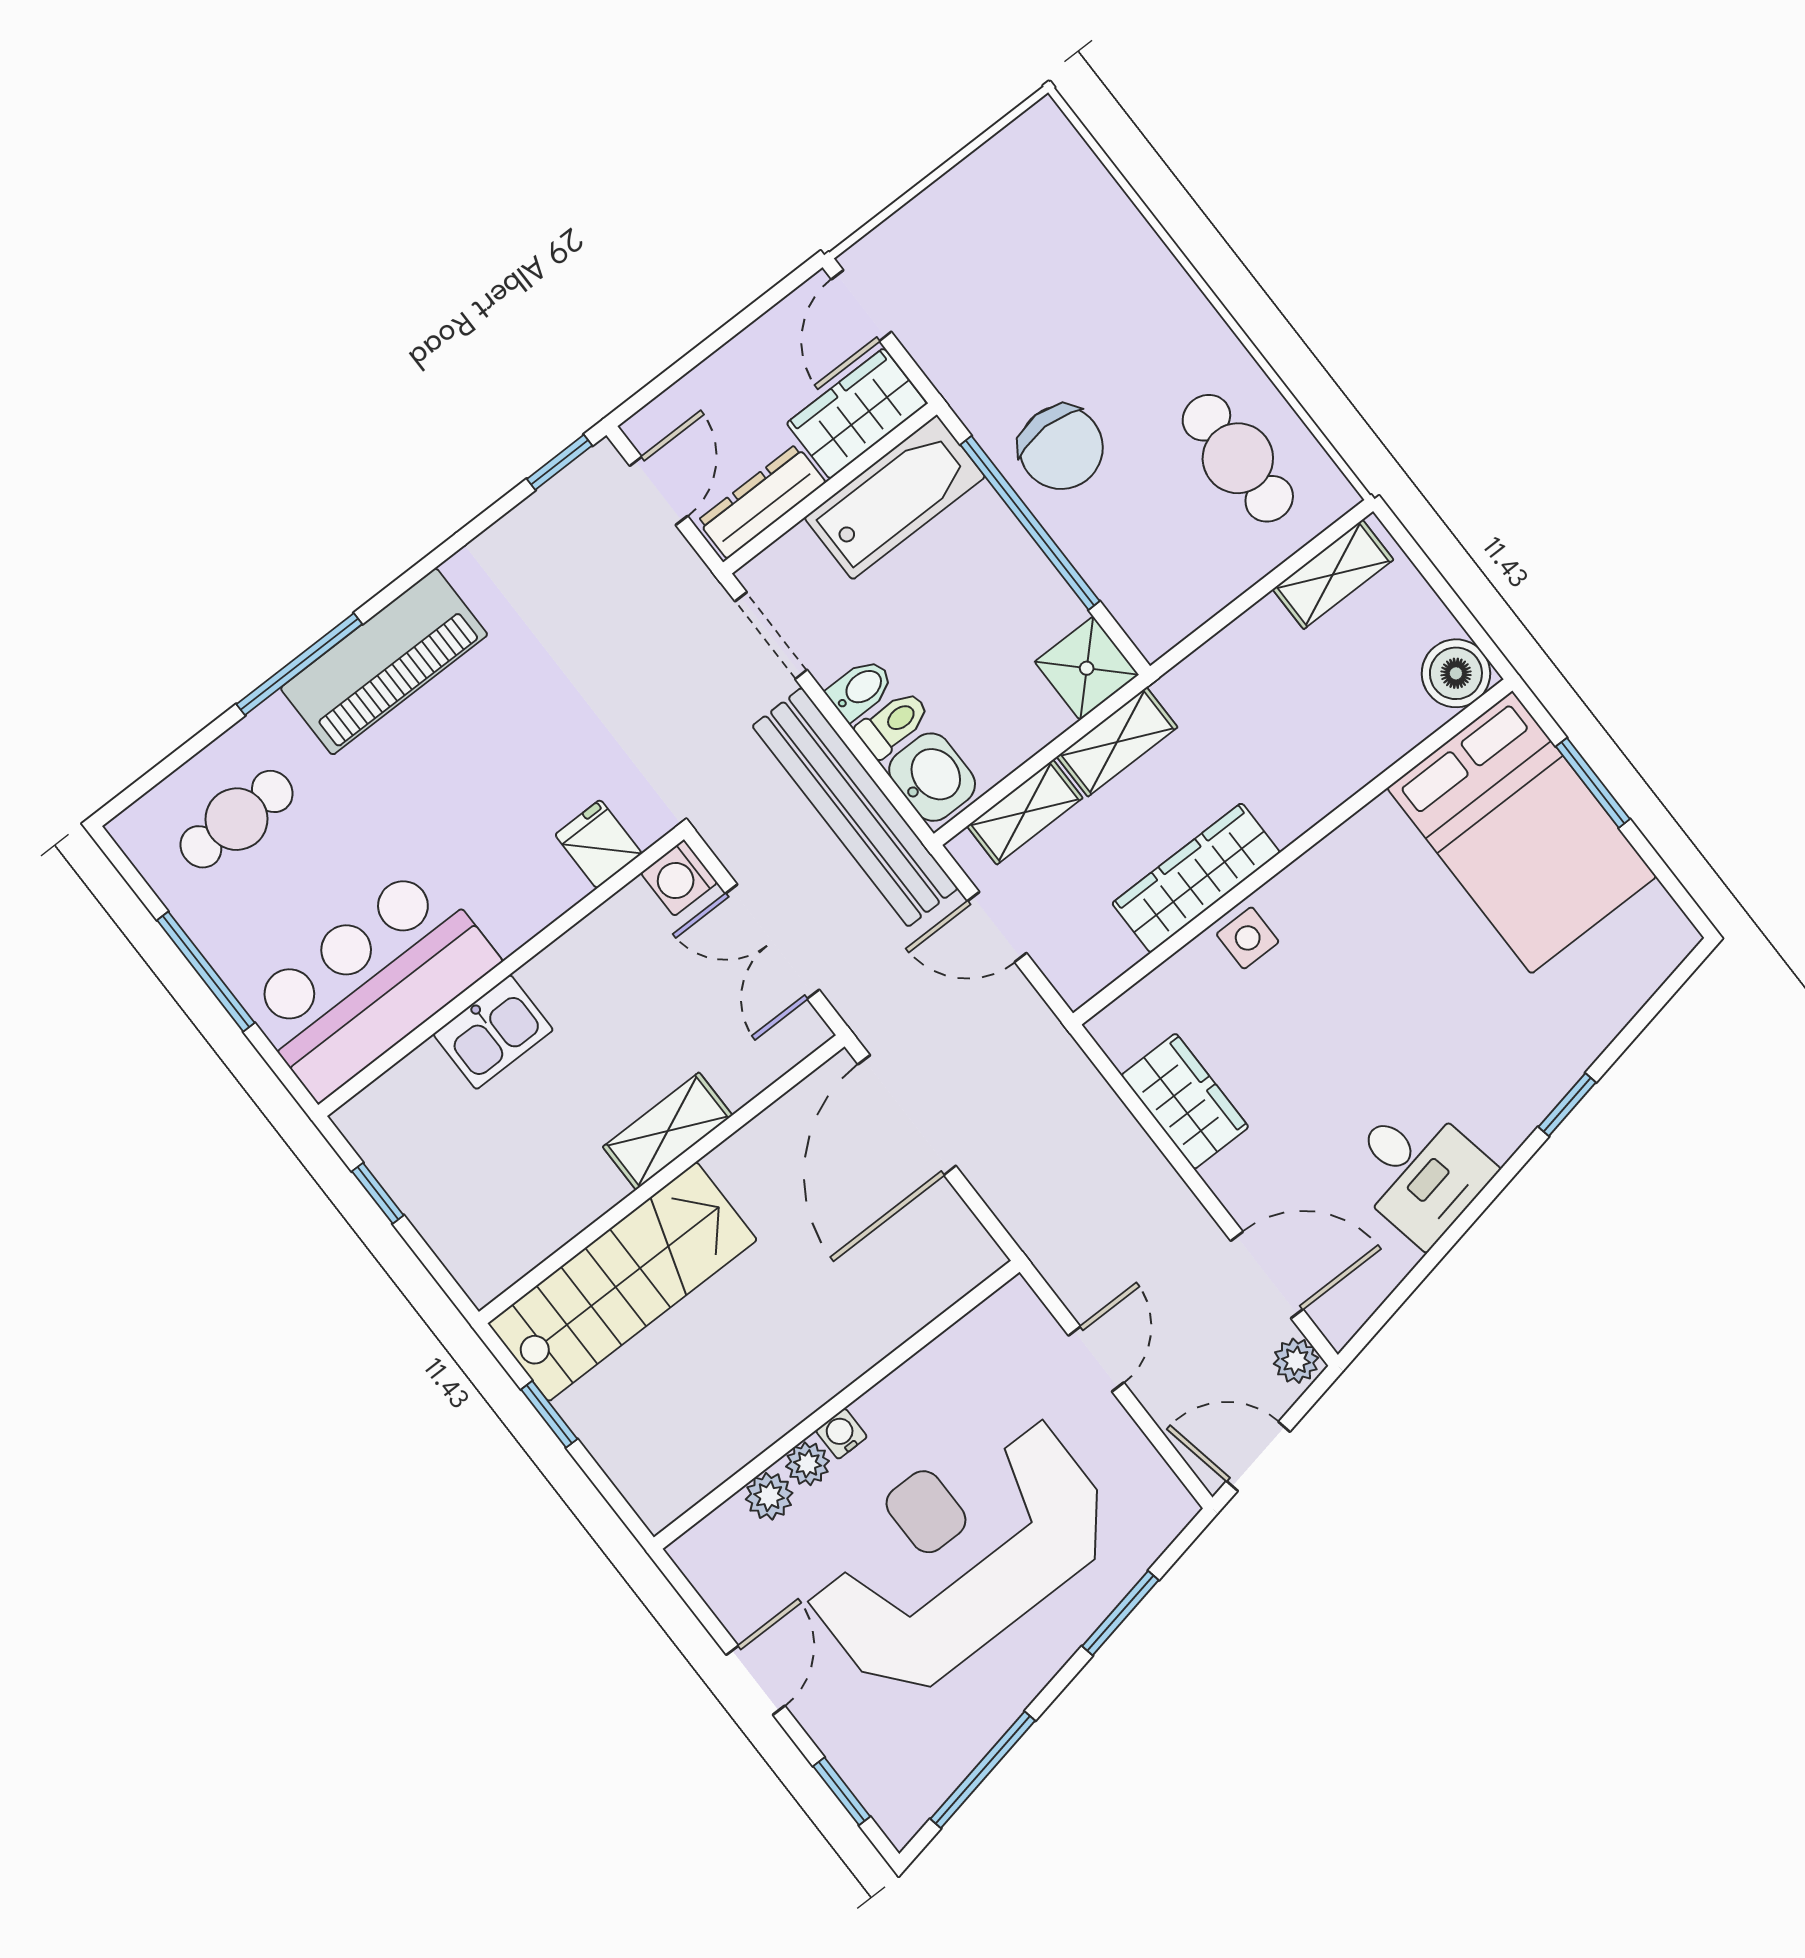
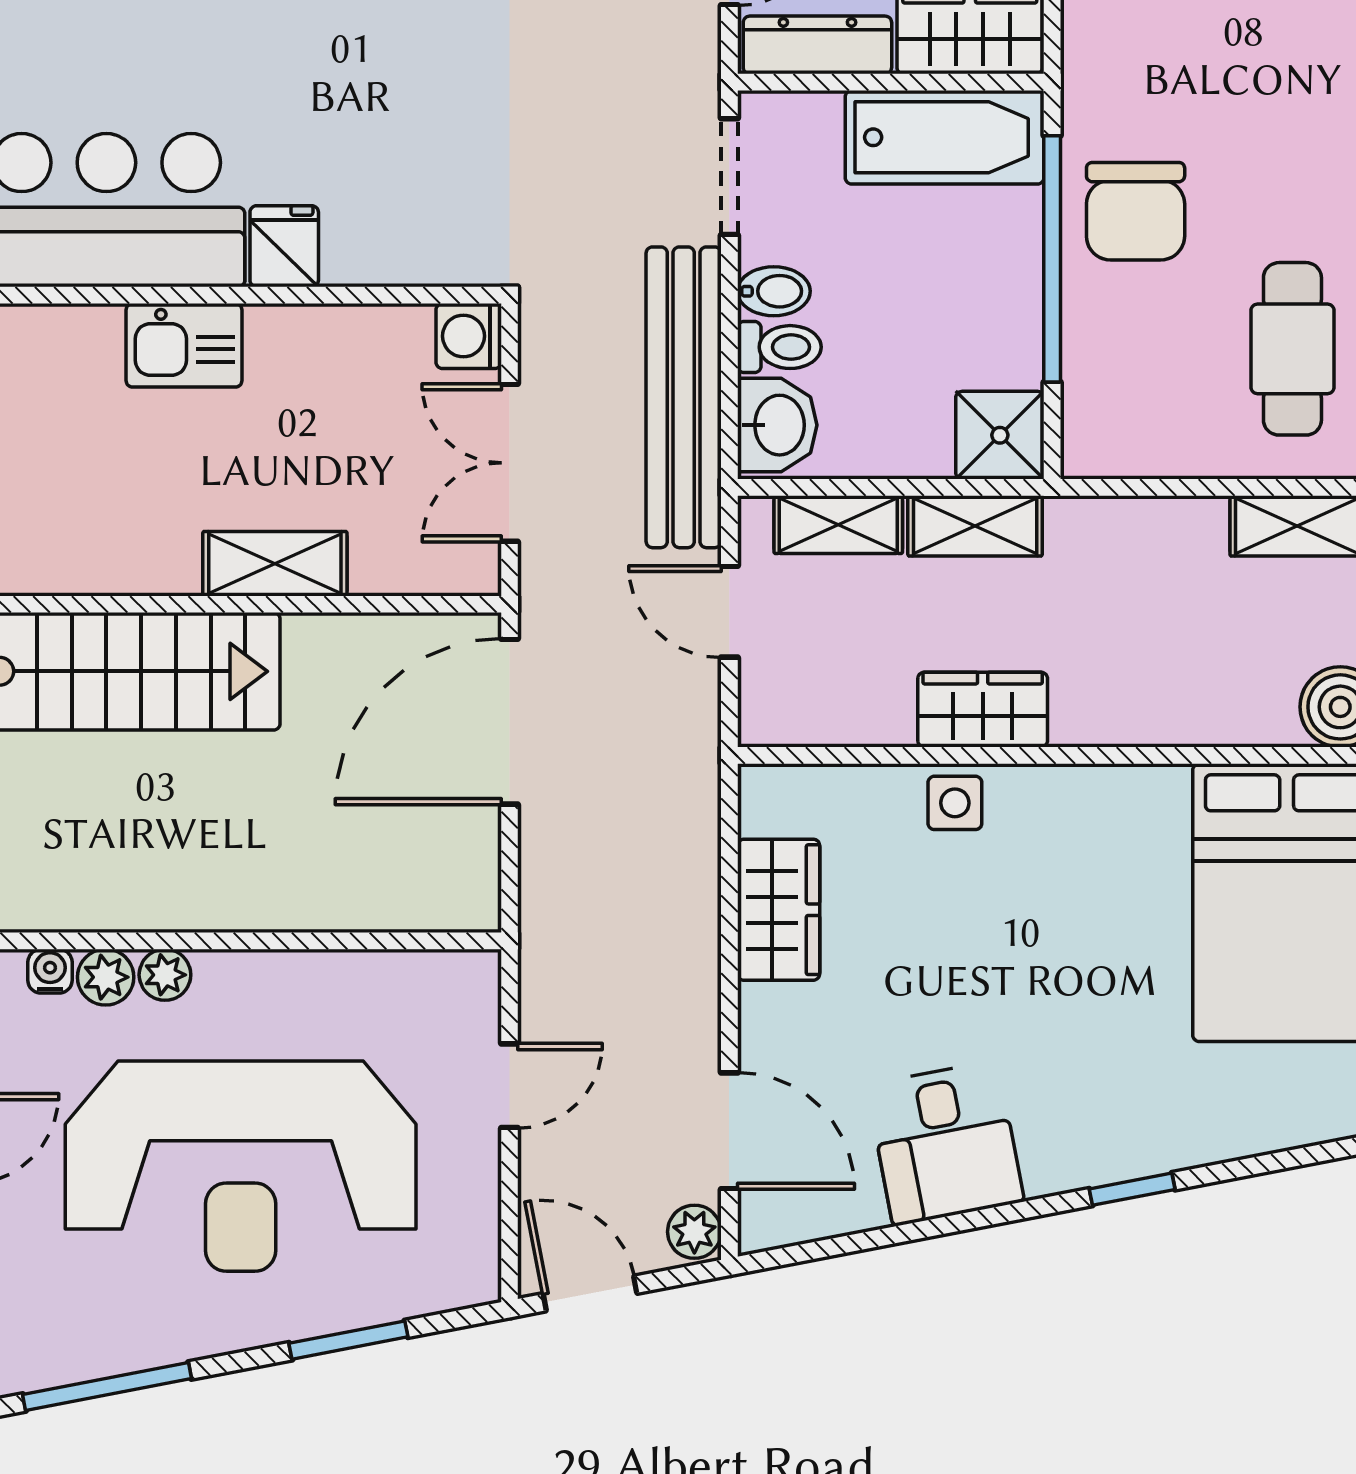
fridge: (598, 844) -> (284, 246), moved
wardrobe: (1196, 878) -> (983, 710), width x0.67
water cooler: (841, 1434) -> (50, 971), moved
reception desk: (958, 1553) -> (241, 1166), turned 180

